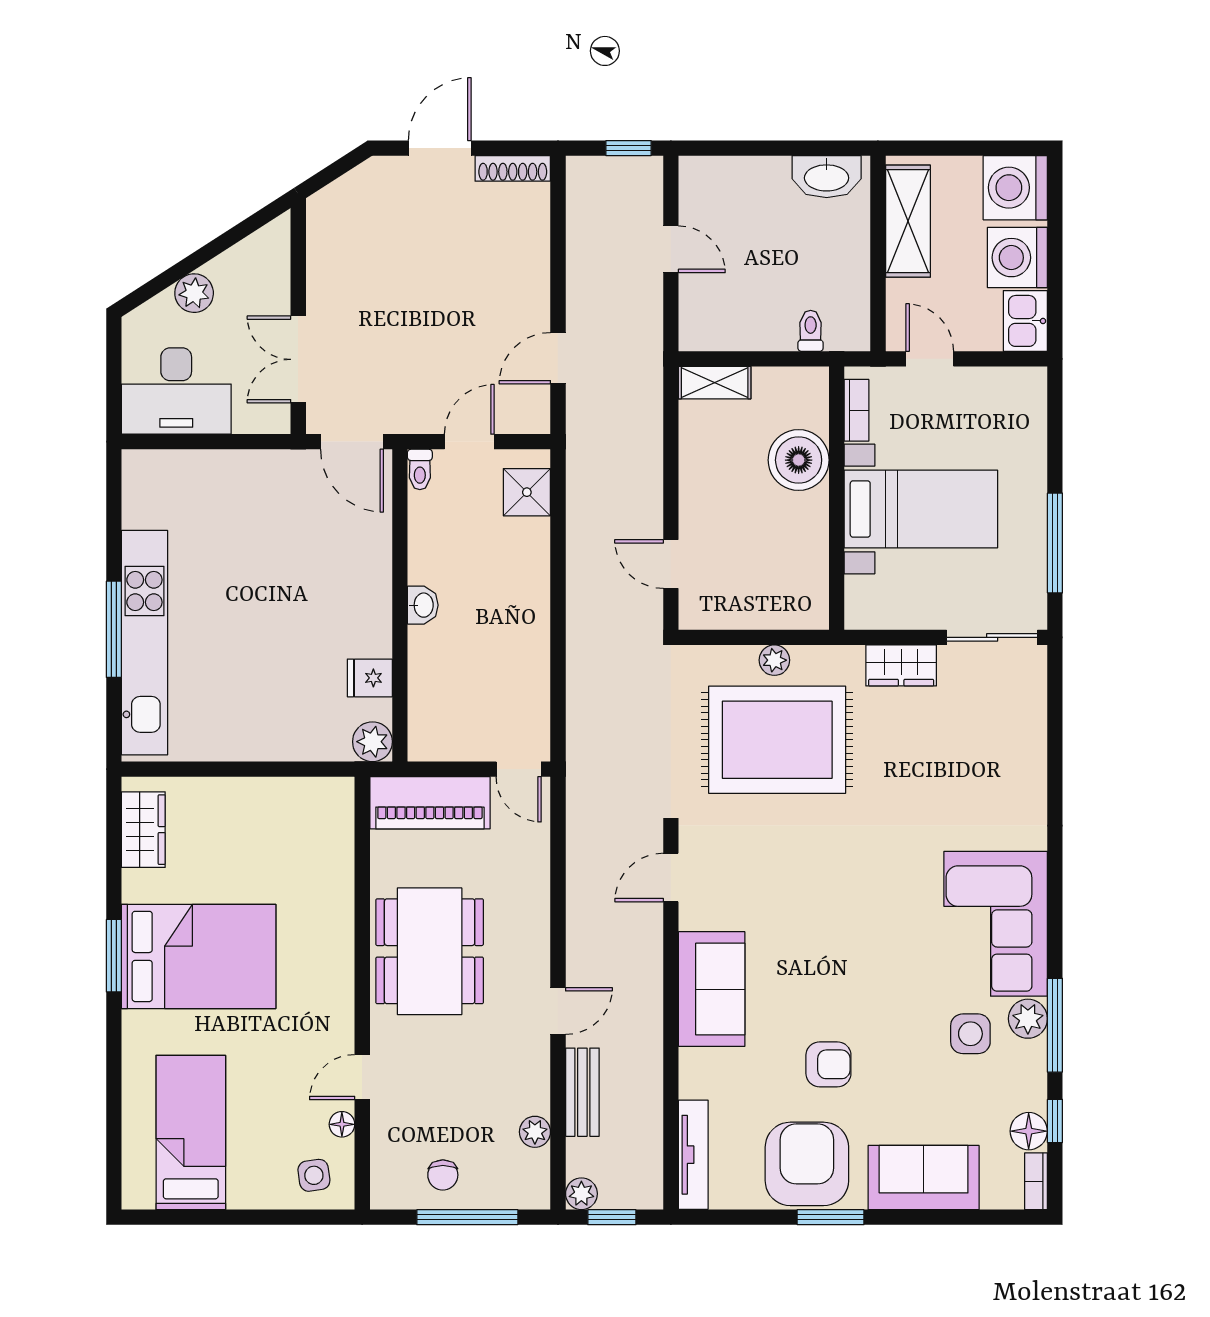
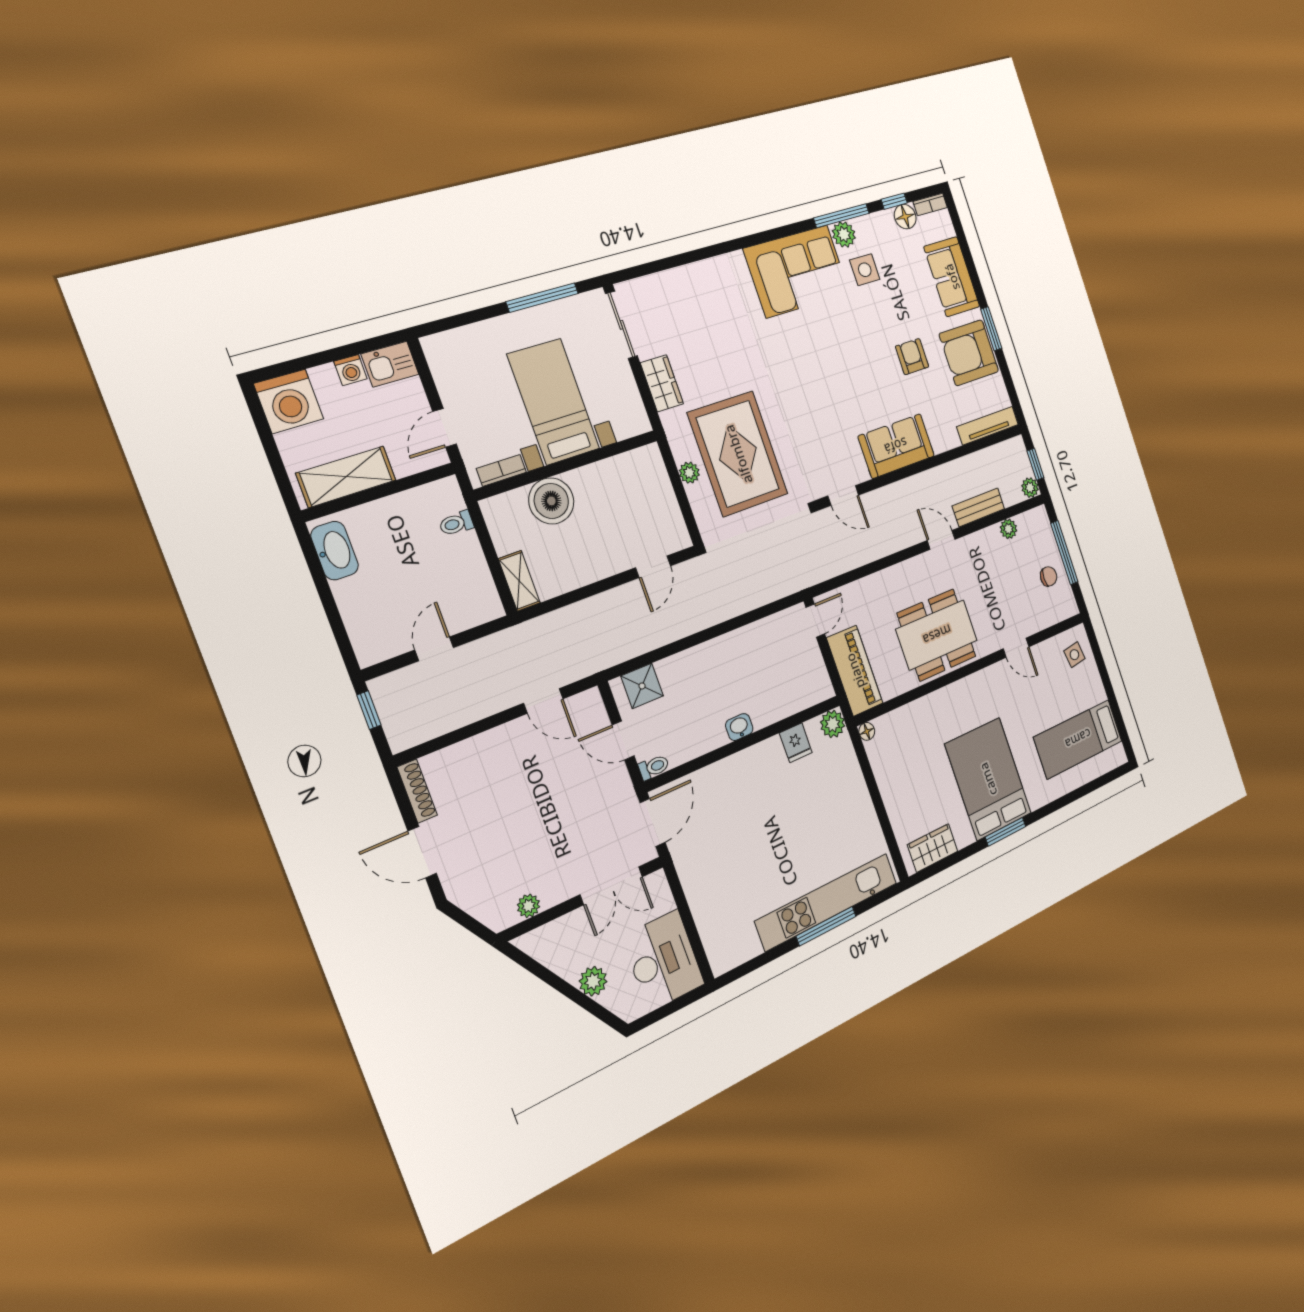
plant: (321, 249) -> (528, 906), added
washing machine: (1017, 258) -> (350, 370), width x0.53, depth x0.53
floor lamp: (342, 1124) -> (867, 731), moved

